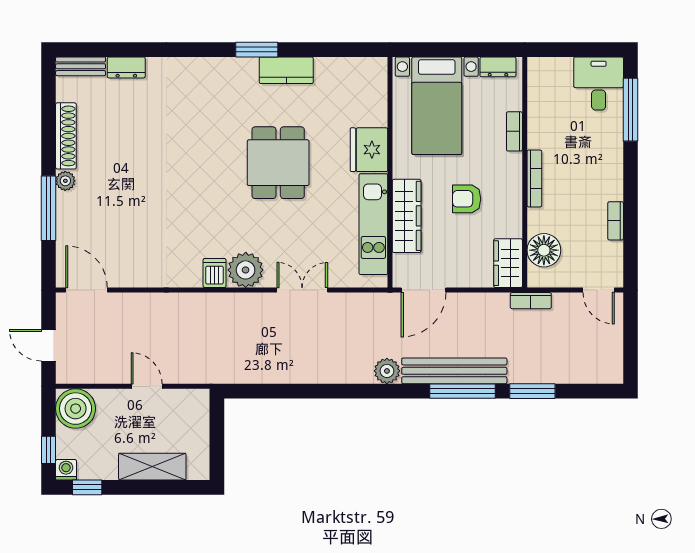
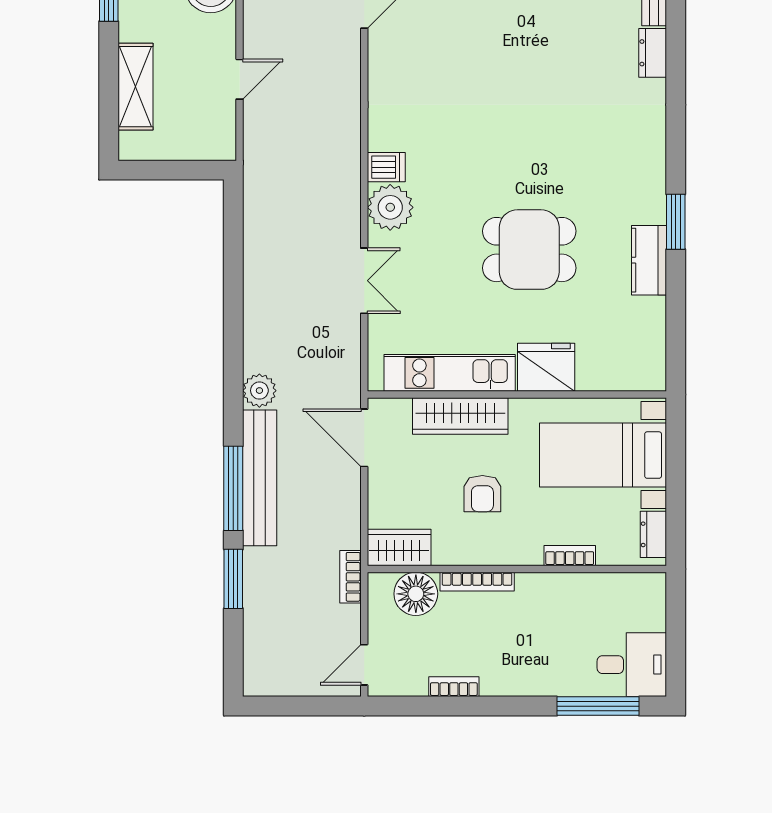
bookcase: (534, 179) -> (477, 582), moved
armchair: (467, 199) -> (482, 494), turned 180

